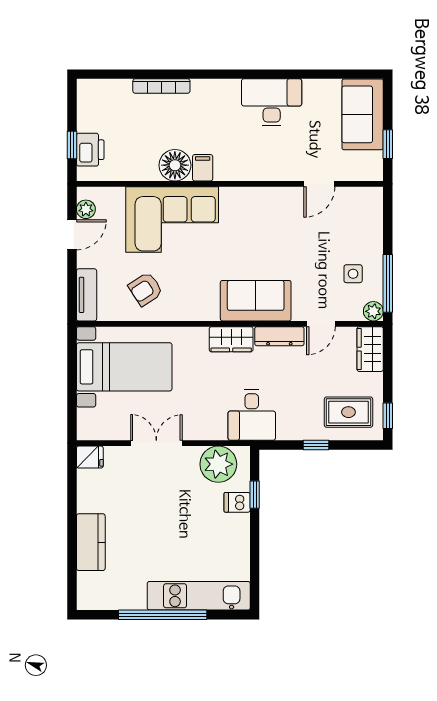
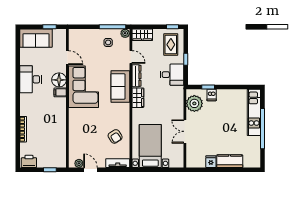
printer: (90, 150) -> (29, 161), moved
floor lamp: (175, 165) -> (59, 80), moved
filing cabinet: (203, 168) -> (60, 92), moved
corner sofa: (172, 220) -> (84, 87), moved
desk: (252, 415) -> (172, 75), moved
fridge: (90, 457) -> (211, 162), moved

